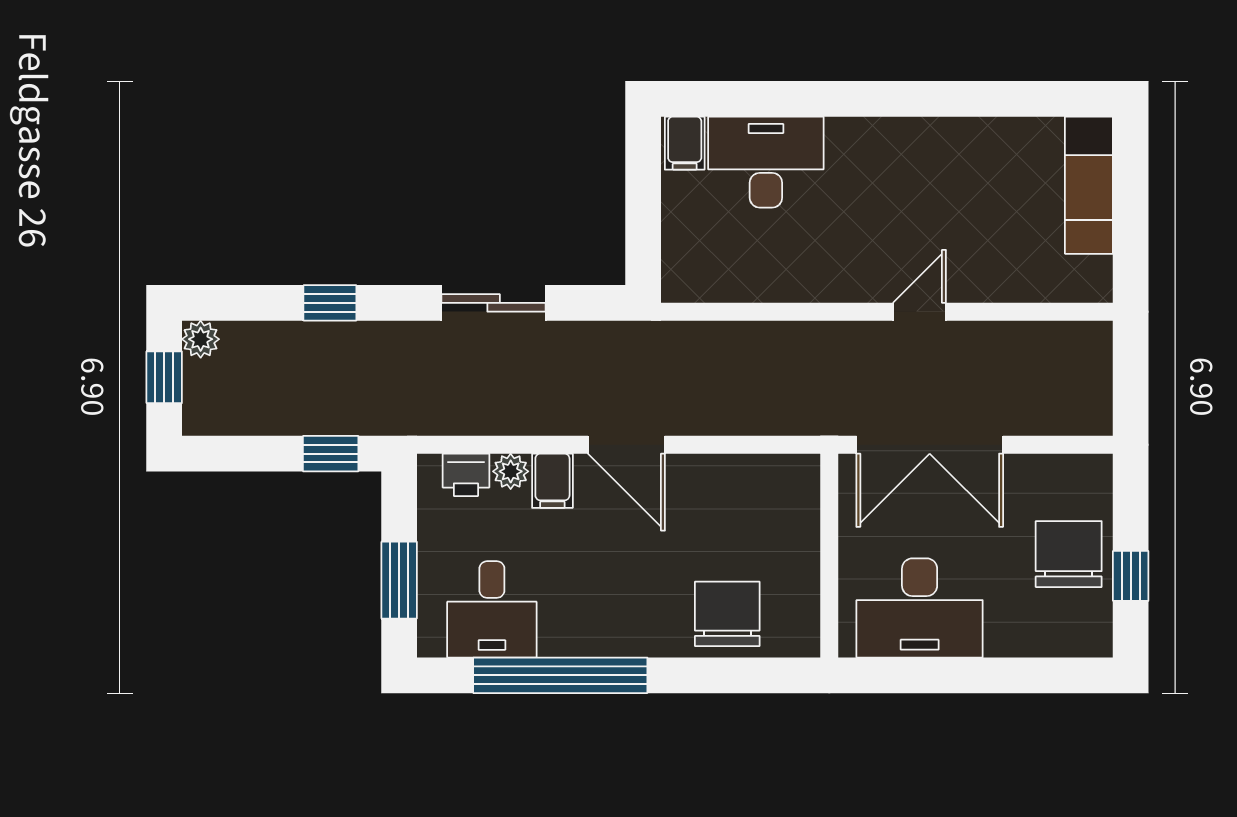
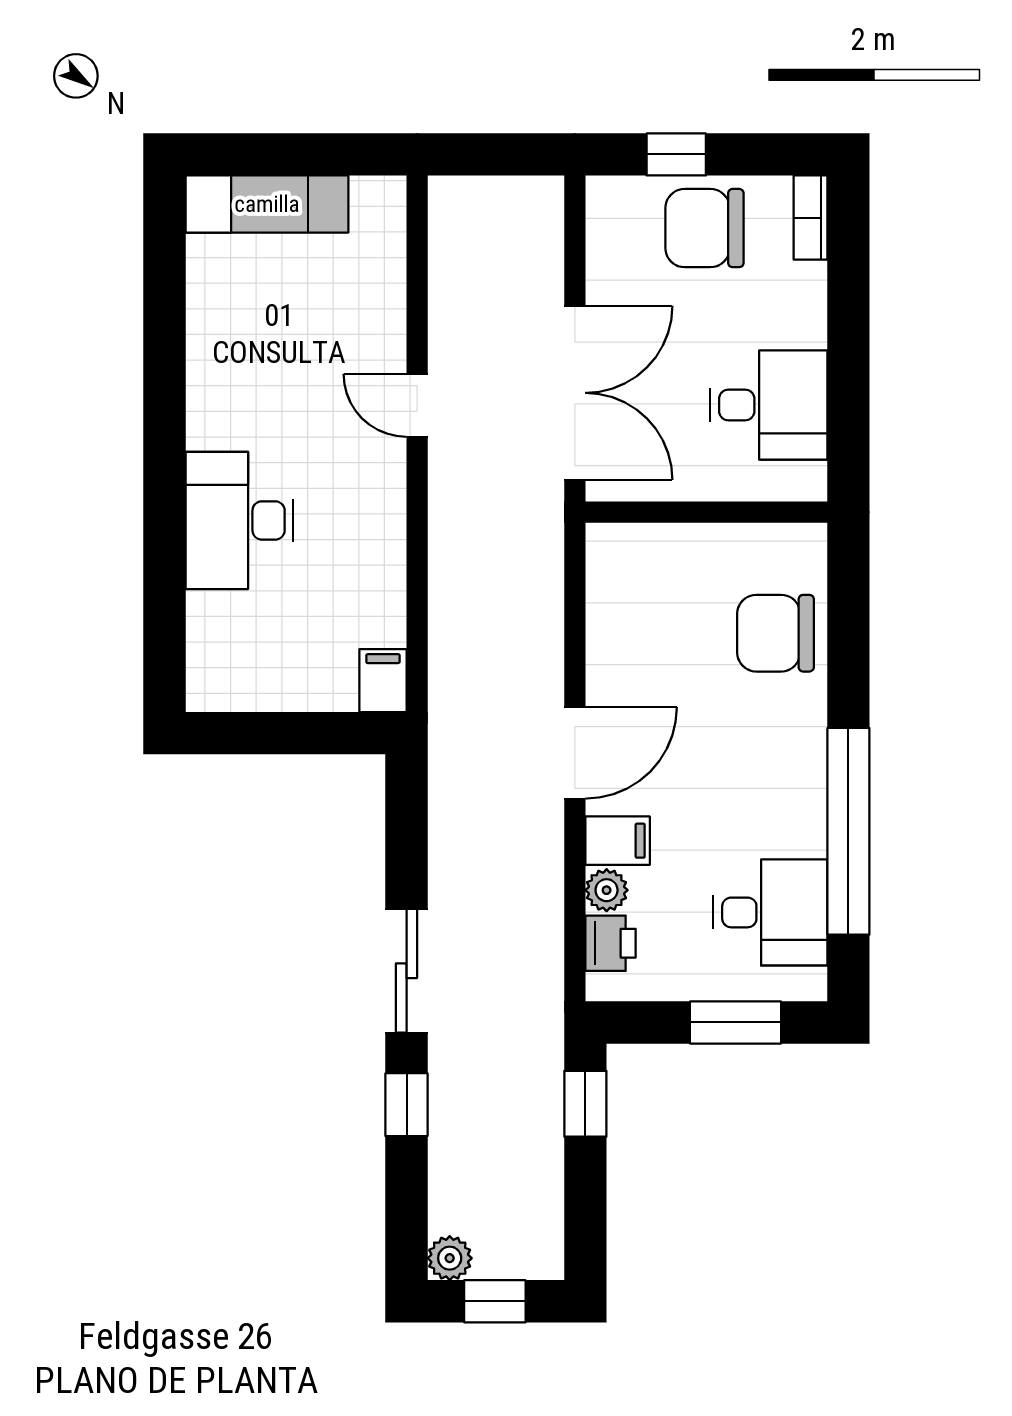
filing cabinet: (685, 143) -> (383, 681), moved, turned -90
desk: (766, 162) -> (239, 520), moved
sliding door: (494, 303) -> (407, 971), moved
window: (1131, 576) -> (676, 154), moved
desk: (920, 608) -> (769, 405), width x0.73
bookcase: (1078, 643) -> (811, 218), added

